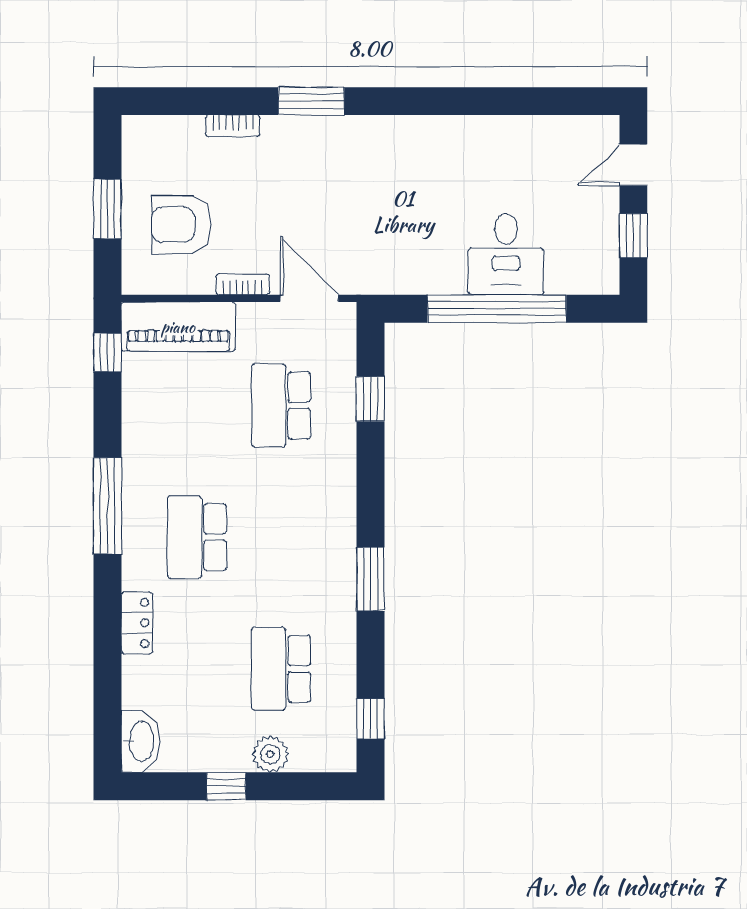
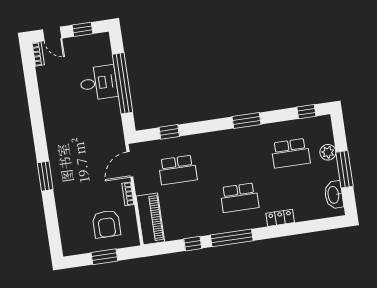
bookcase: (233, 126) -> (38, 54), moved
window: (107, 352) -> (193, 244), moved
washbasin: (140, 741) -> (334, 195), moved, turned -90
window: (226, 786) -> (344, 169), width x2.17

